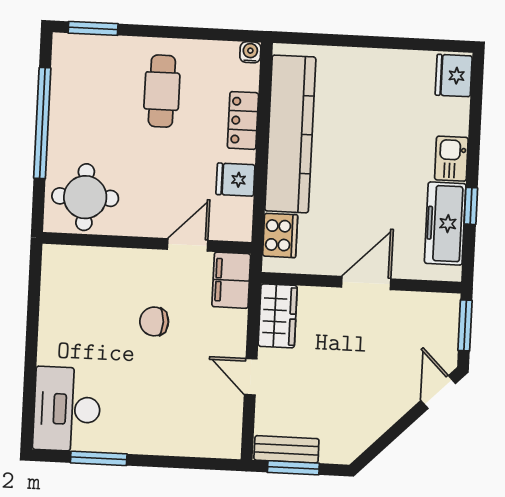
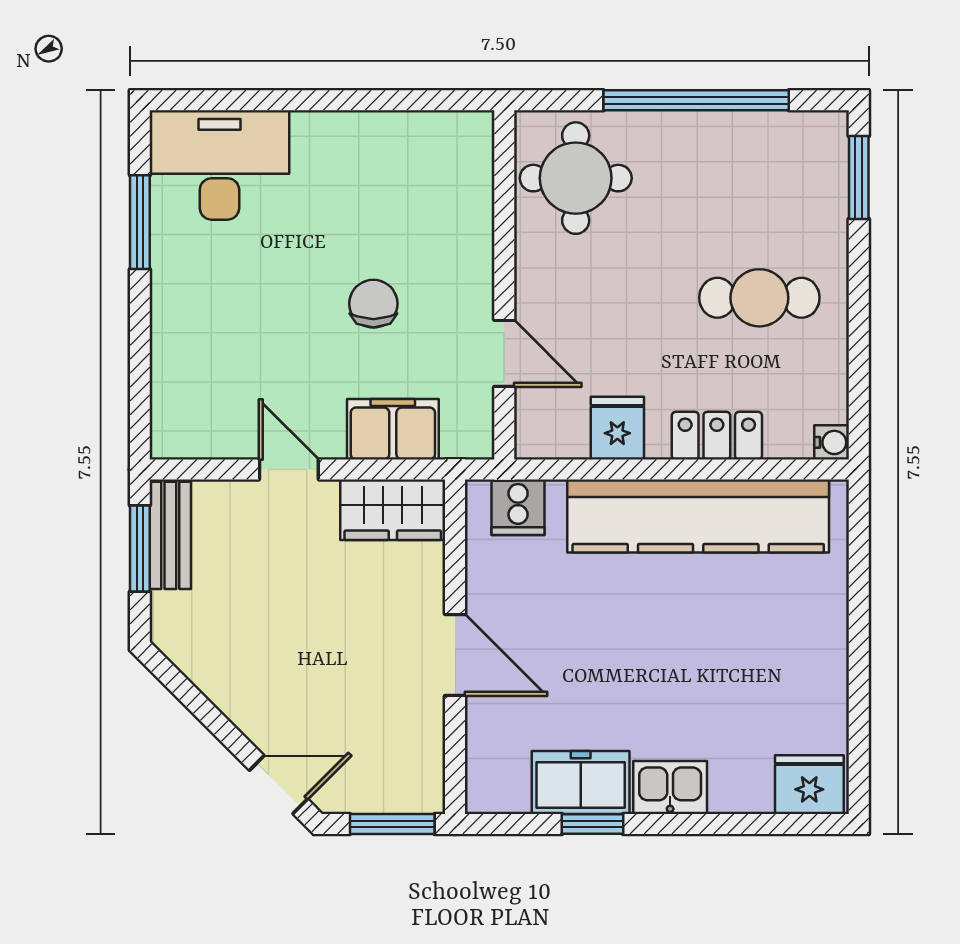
freezer: (445, 223) -> (581, 783), width x0.71
cooker: (280, 235) -> (518, 507), width x0.73
filing cabinet: (231, 280) -> (393, 429), moved
door: (251, 377) -> (289, 470), hinge flipped

